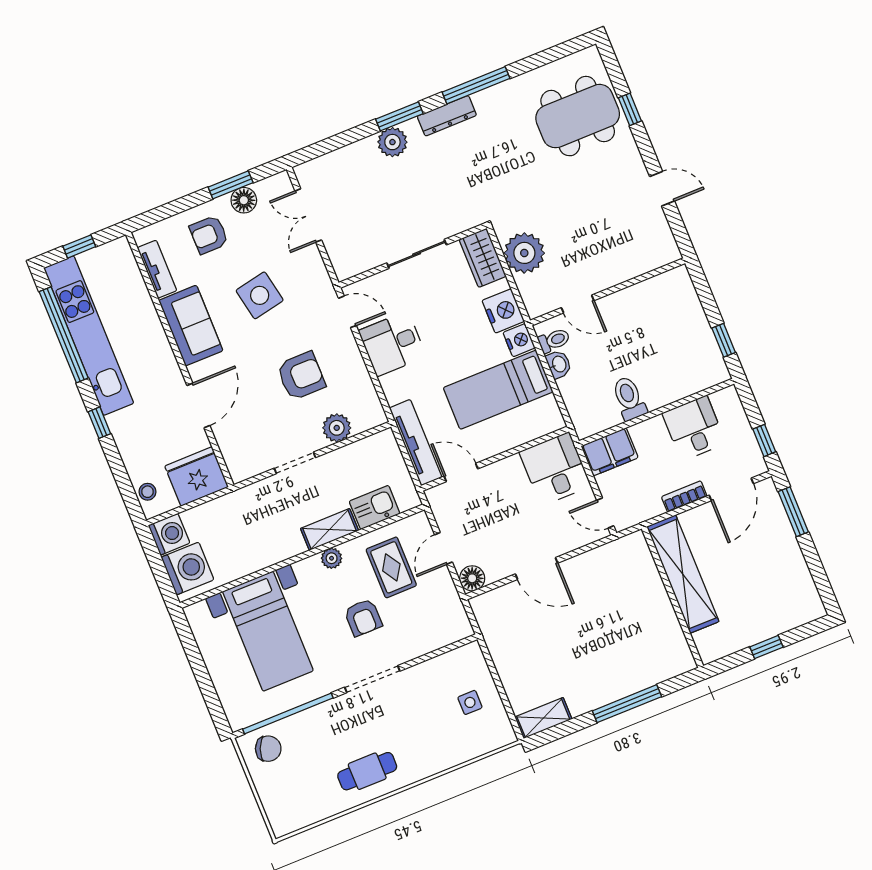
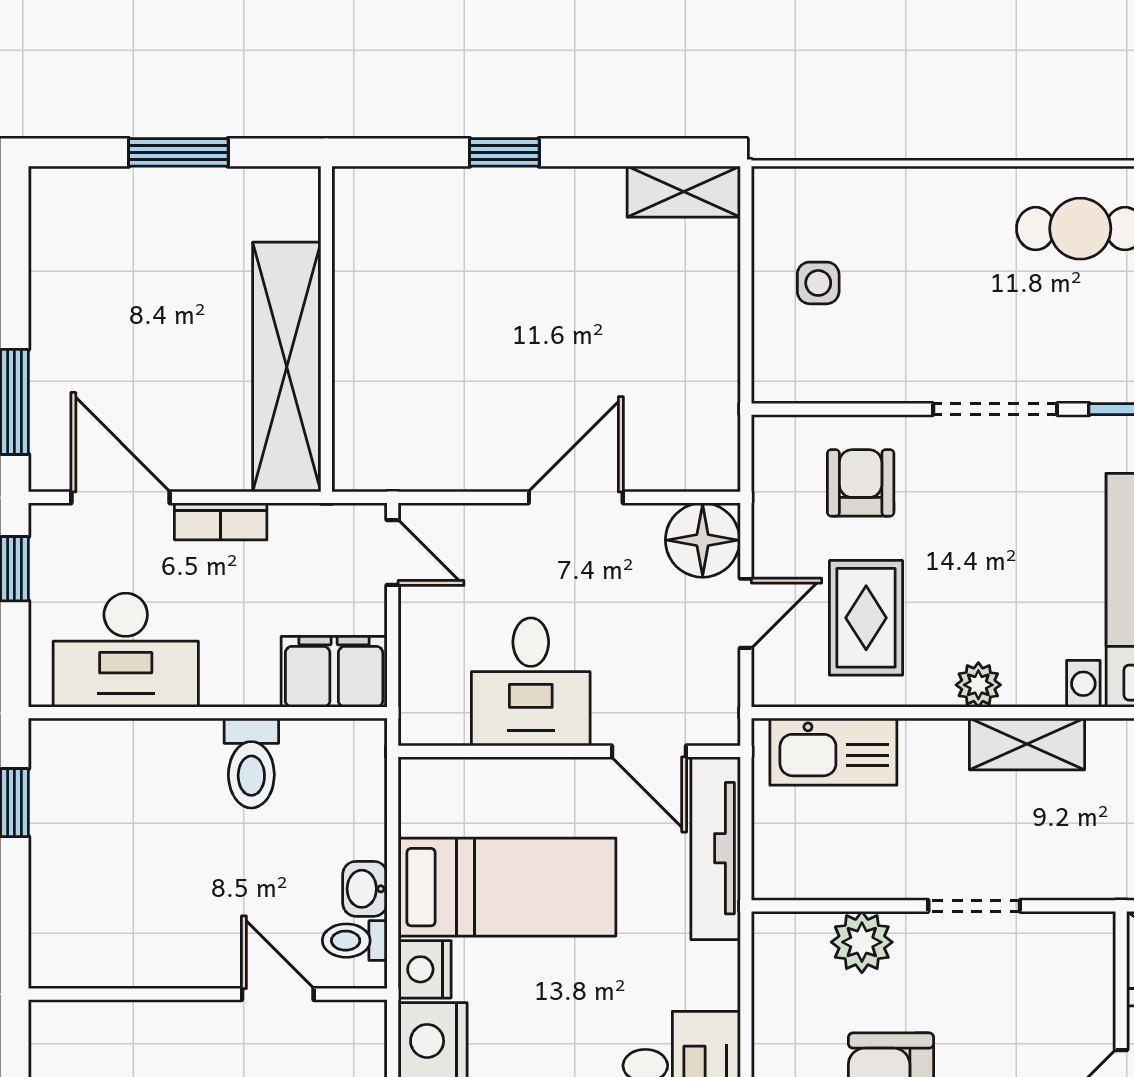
desk: (694, 428) -> (126, 650), width x1.37
desk: (555, 469) -> (531, 682), moved
door: (731, 489) -> (121, 497), hinge flipped
kitchen sink: (375, 507) -> (833, 752), width x1.38
shelving: (330, 529) -> (1027, 744), moved
door: (536, 568) -> (576, 497), hinge flipped
floor lamp: (472, 578) -> (703, 540), width x1.38, depth x1.38
armchair: (363, 617) -> (861, 483), moved
window: (766, 647) -> (178, 152), width x1.50
window: (627, 704) -> (504, 152), width x0.46

